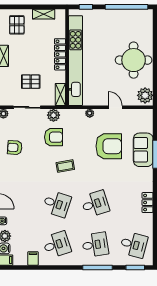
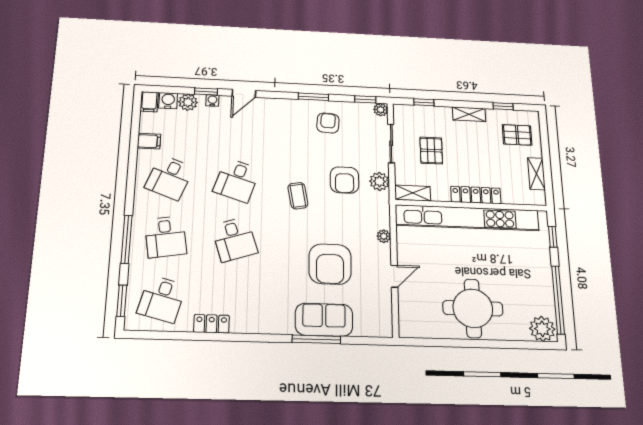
plant: (145, 95) -> (542, 329), moved
locker: (148, 203) -> (212, 324), moved
desk: (57, 245) -> (169, 177), turned 39

